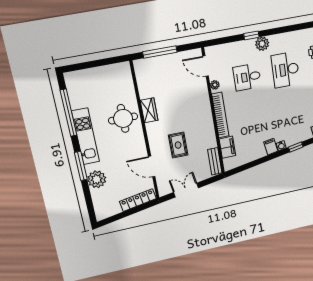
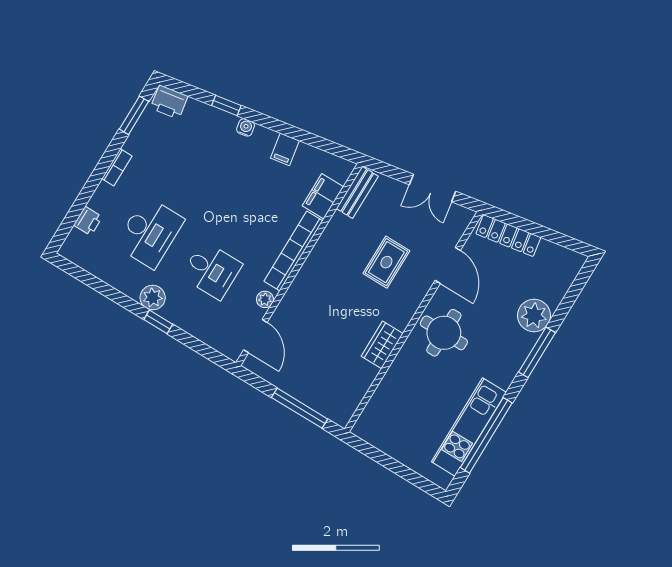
round table: (123, 118) -> (444, 333), moved
kitchen unit: (86, 136) -> (469, 427), moved
filing cabinet: (271, 147) -> (285, 149), moved

